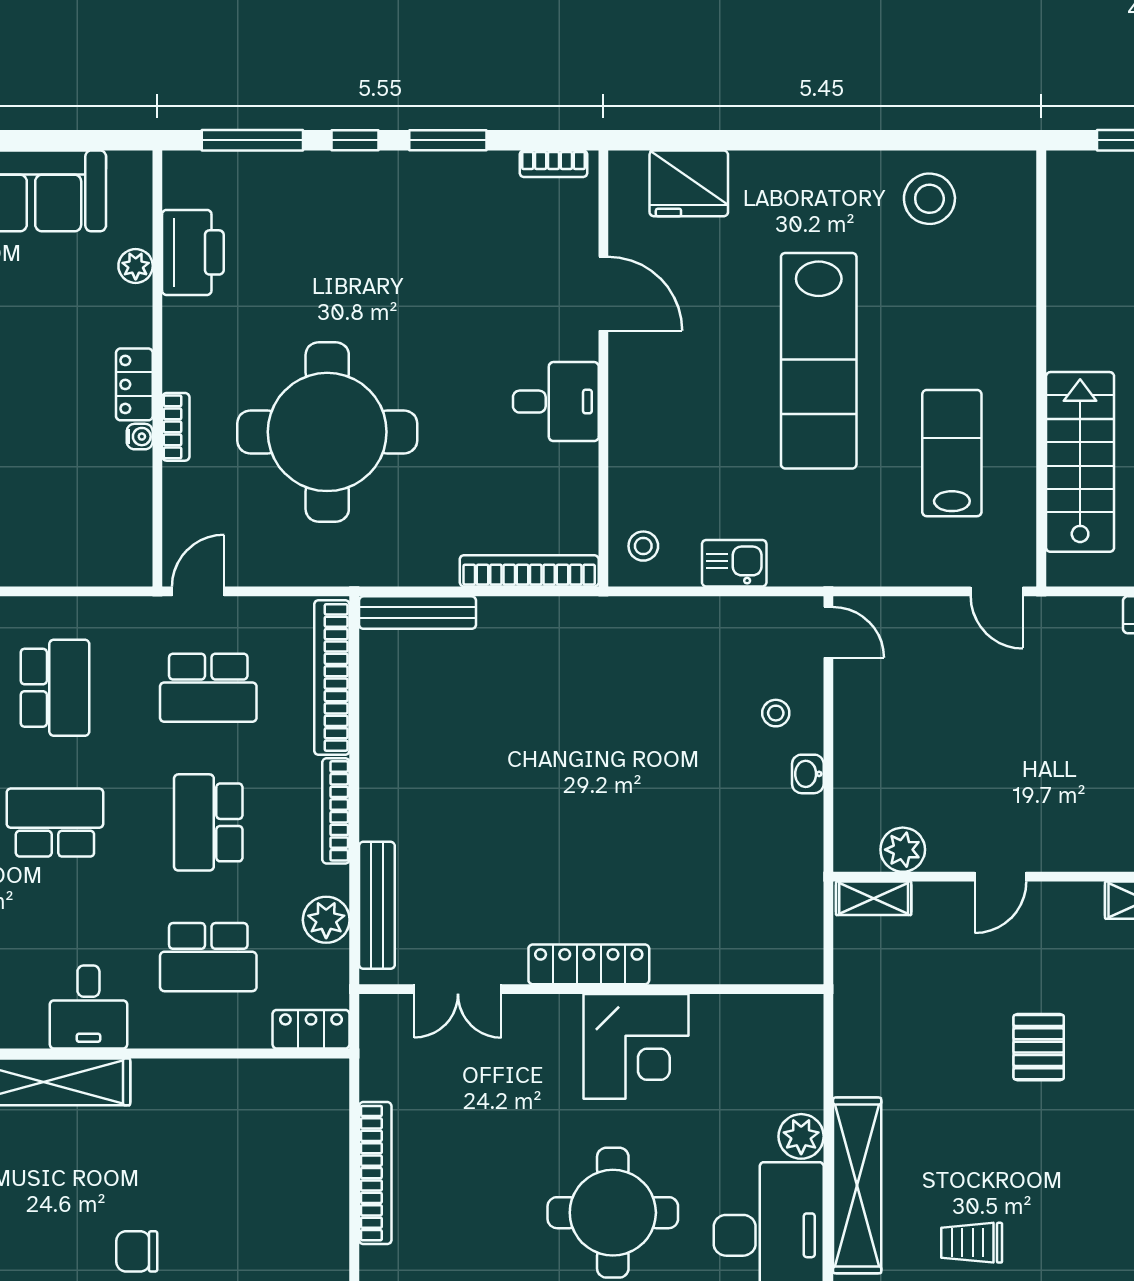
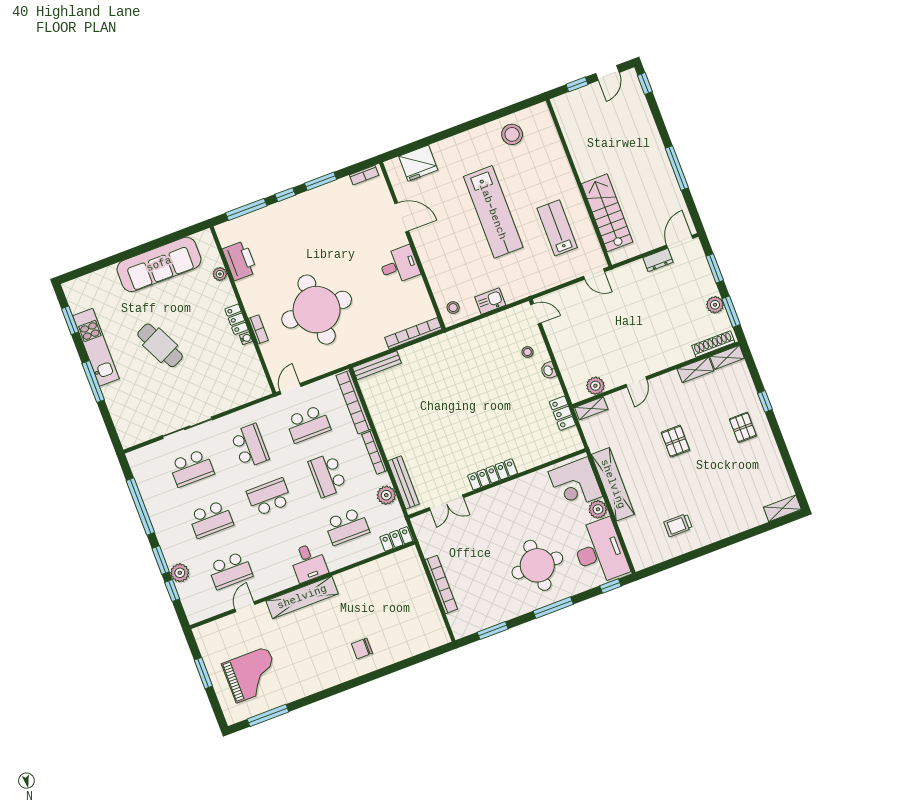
locker: (803, 884) -> (562, 413), added
corner desk: (636, 1046) -> (575, 484), moved, turned 90
shelving: (857, 1185) -> (613, 484), moved

